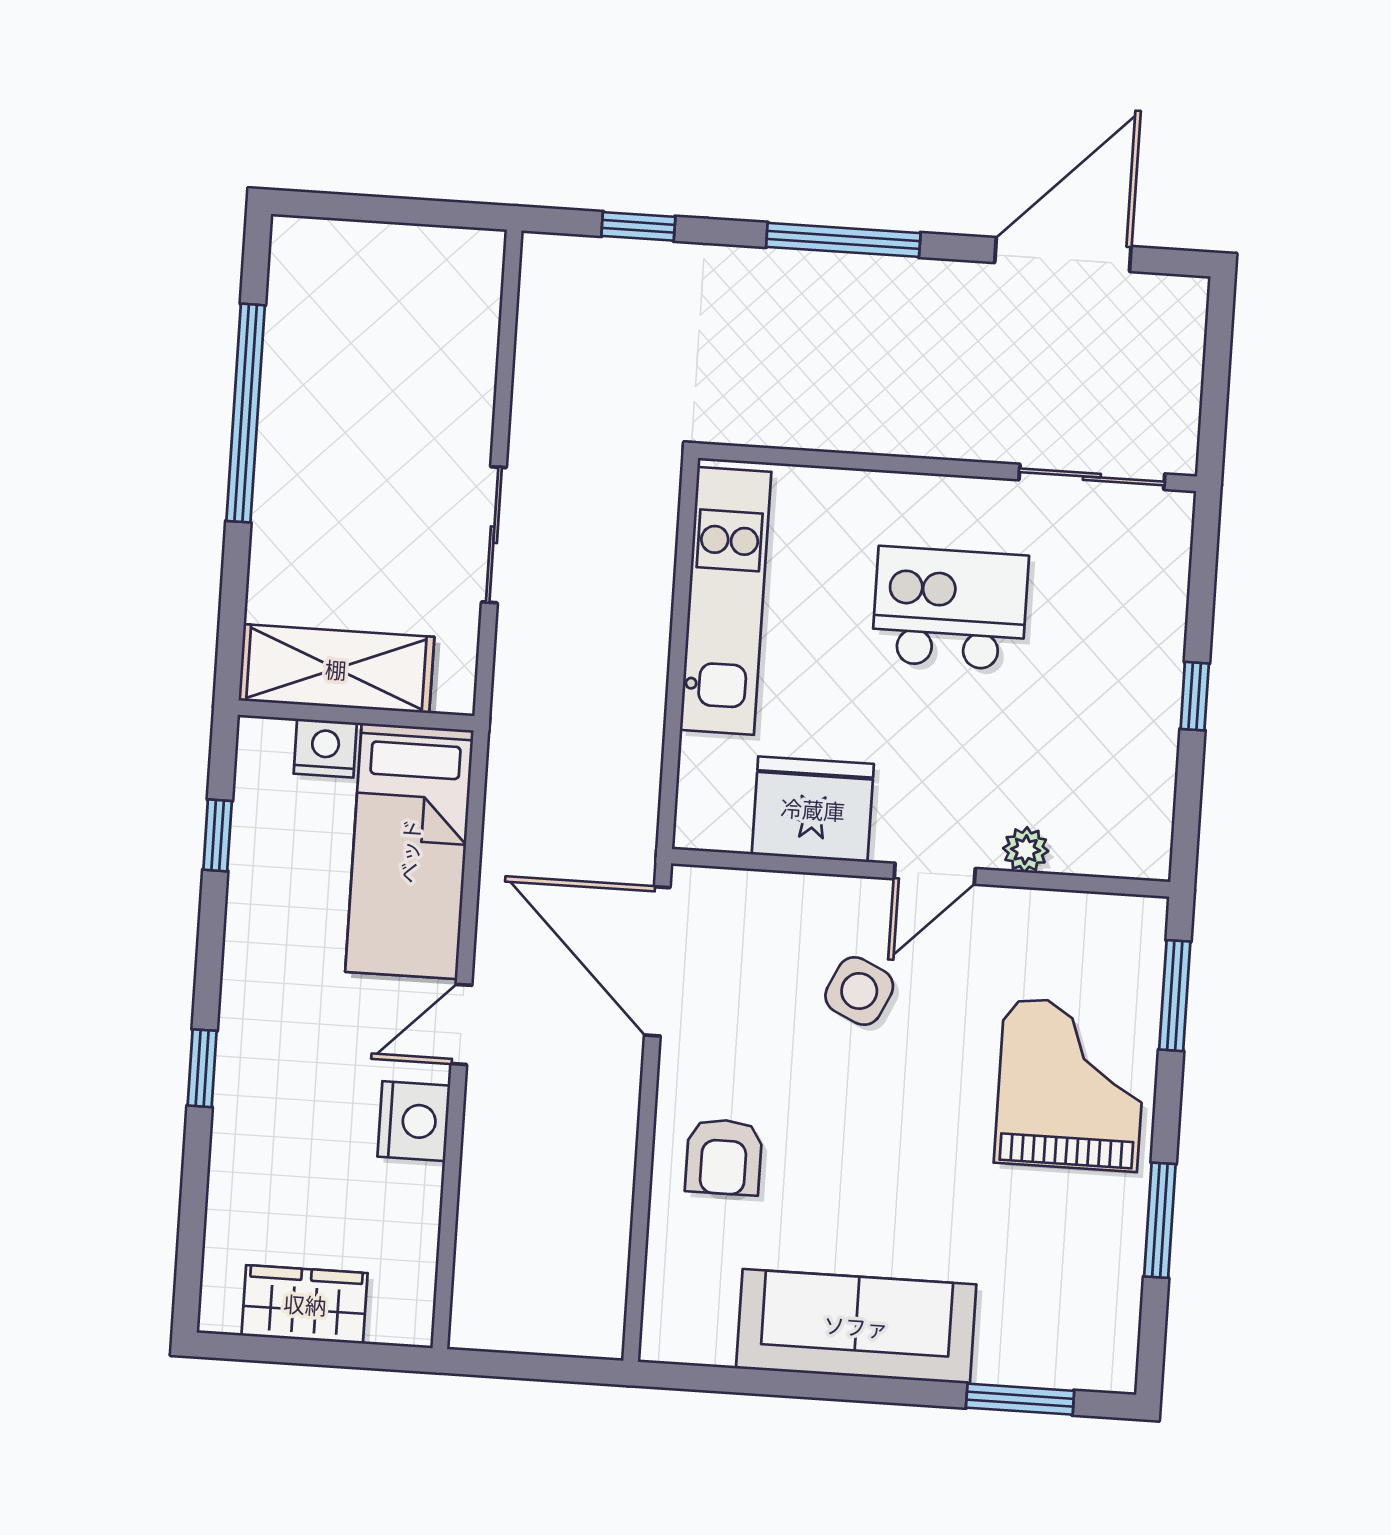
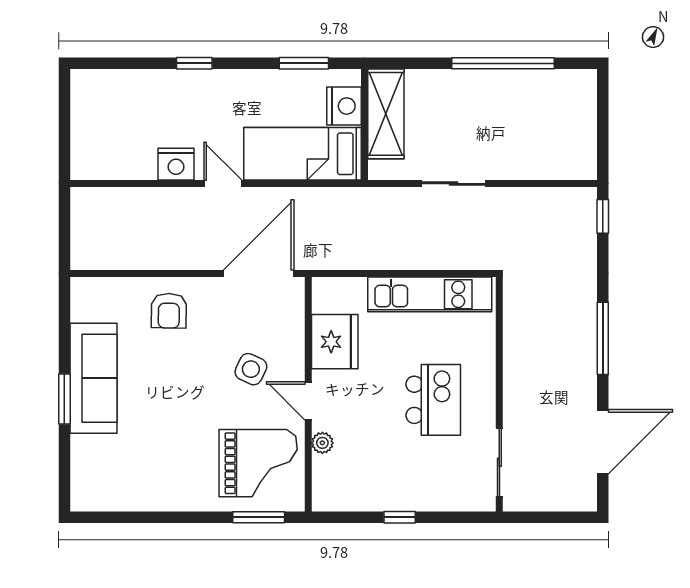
window: (638, 226) -> (603, 216), moved
door: (1063, 255) -> (603, 442), hinge flipped
nightstand: (325, 748) -> (344, 106), width x1.36, depth x1.33
window: (218, 835) -> (304, 63), width x1.50
grand piano: (1071, 1085) -> (258, 463), moved
armchair: (724, 1157) -> (169, 311), turned -89
window: (1160, 1220) -> (153, 517), removed
wardrobe: (305, 1304) -> (87, 119), removed
window: (1020, 1399) -> (64, 399), moved

